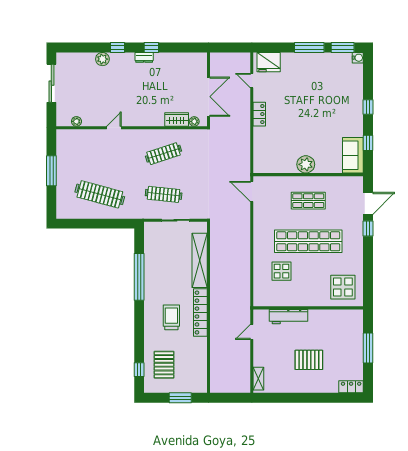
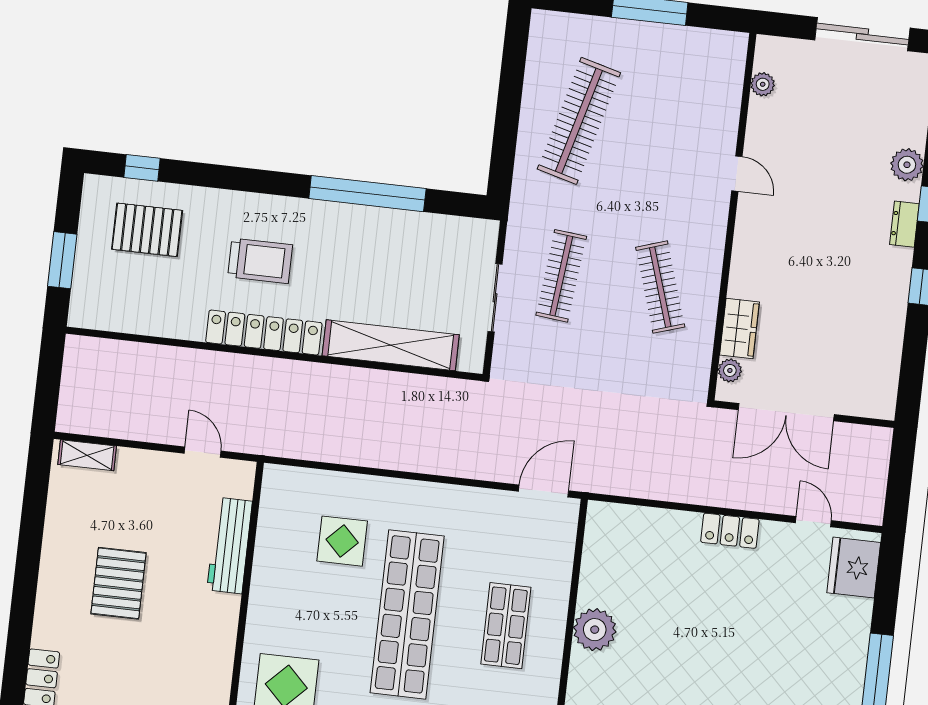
dresser: (144, 57) -> (904, 224), moved
door: (252, 81) -> (813, 522), hinge flipped

